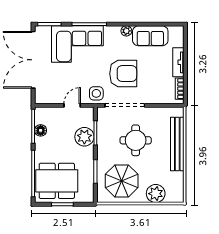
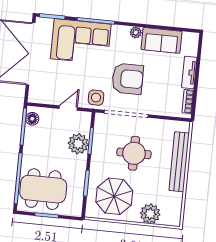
floor lamp: (41, 130) -> (32, 119), moved

